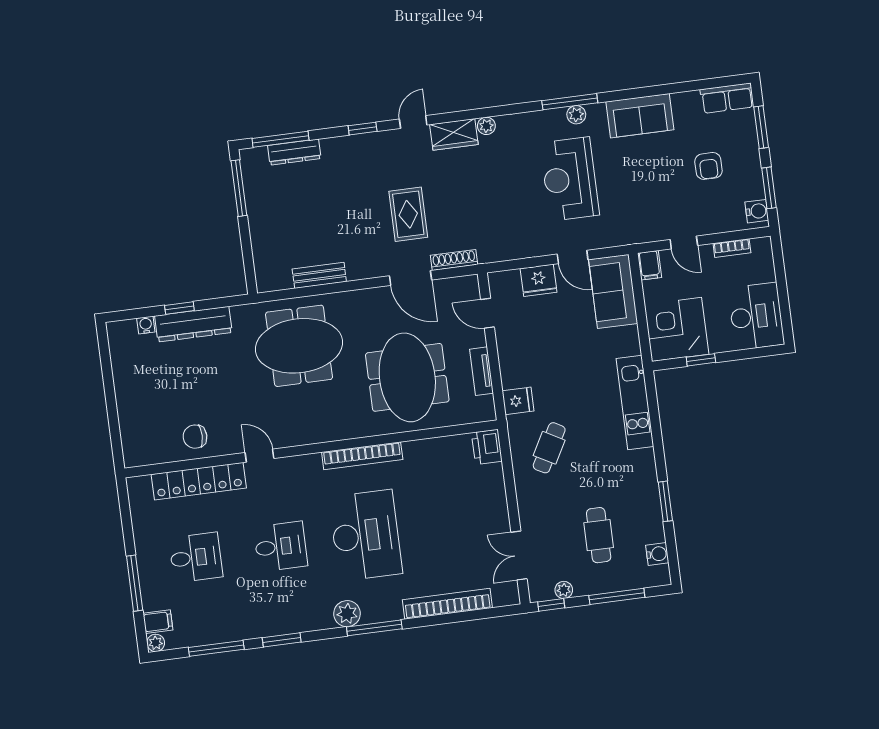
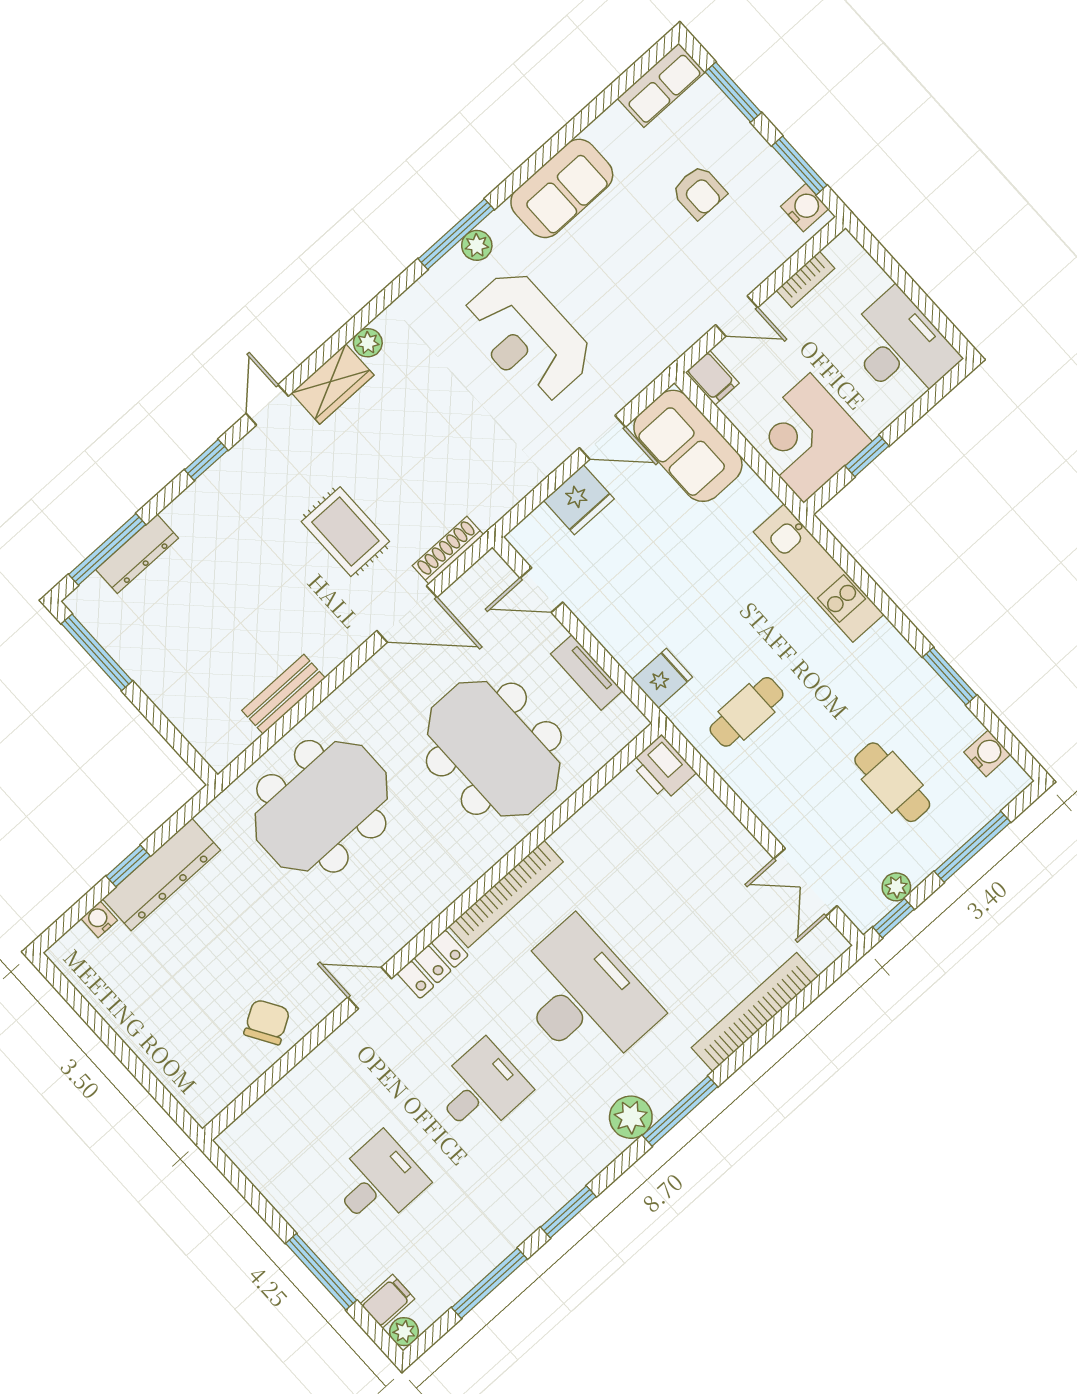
chair: (195, 437) -> (267, 1022), turned 149
cafe table: (549, 448) -> (747, 712), turned 61
locker: (199, 481) -> (433, 964), moved, width x0.46, depth x0.83

